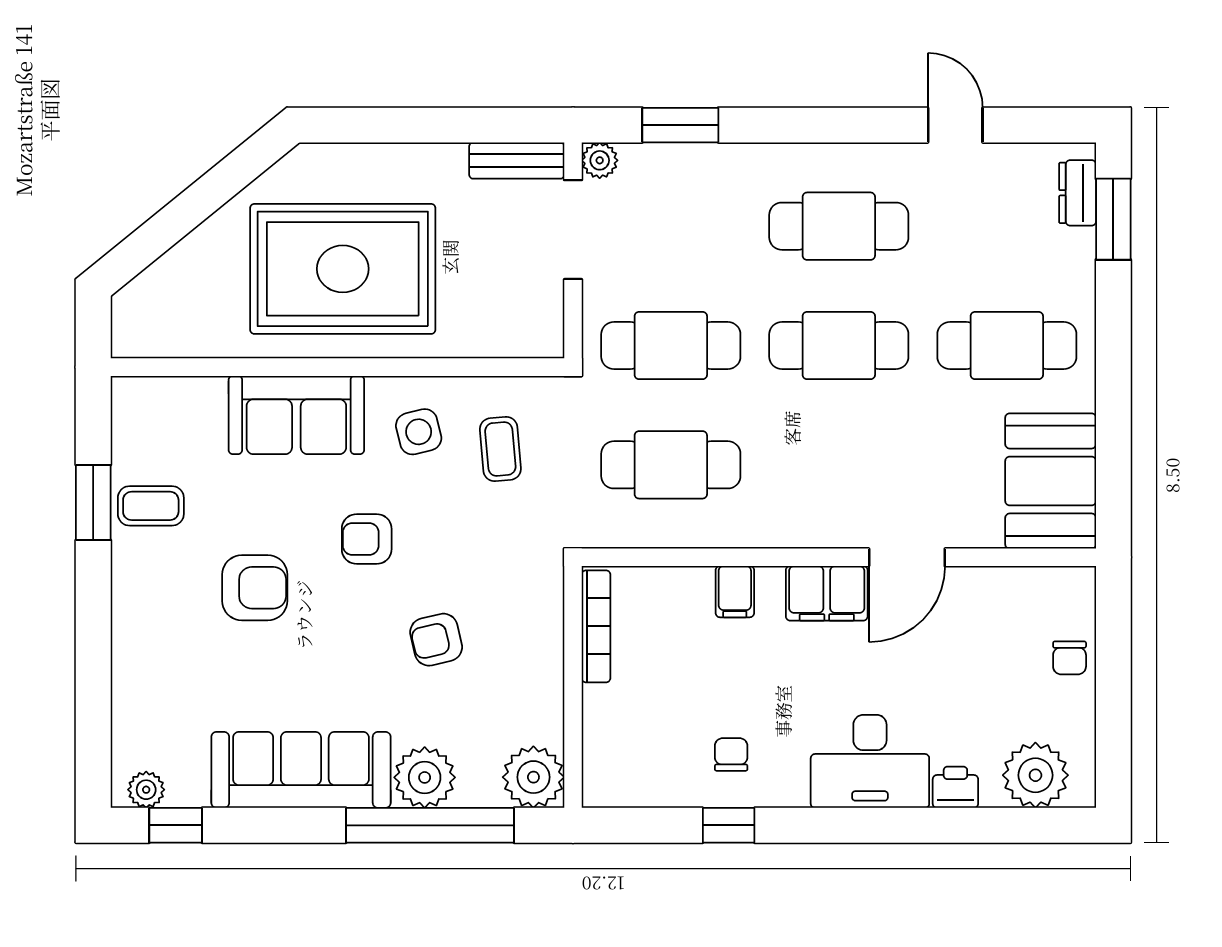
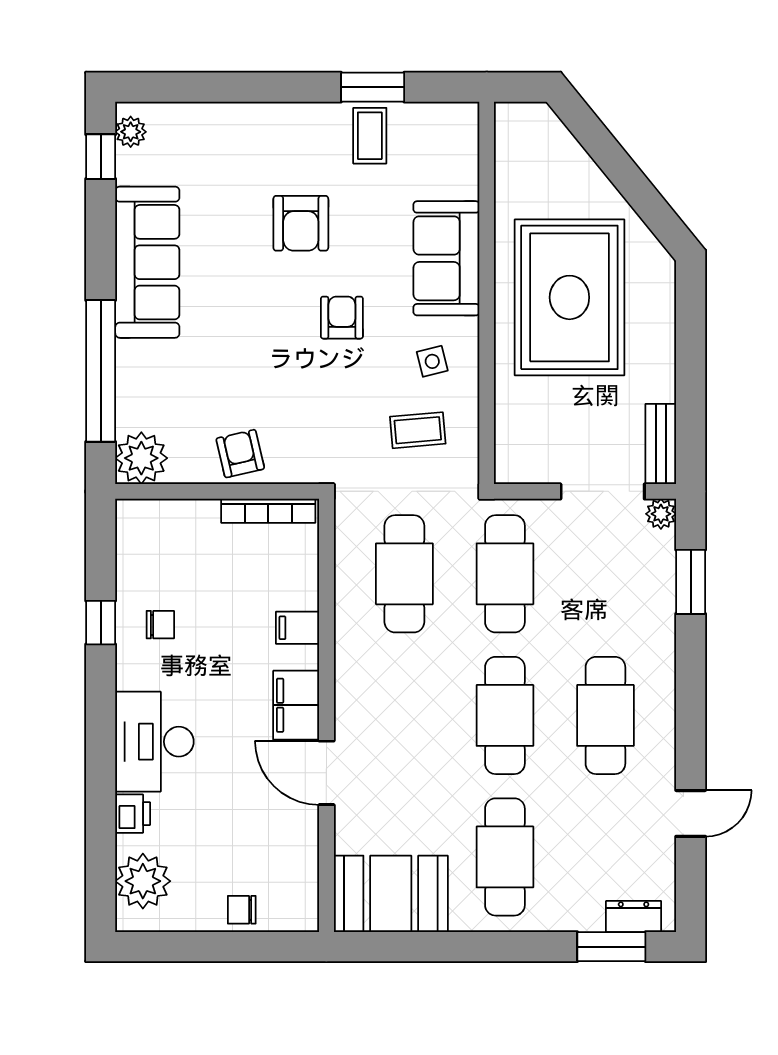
side table: (419, 432) -> (432, 361), width x0.73, depth x0.73
armchair: (436, 640) -> (240, 454), moved
plant: (425, 777) -> (141, 366), removed

